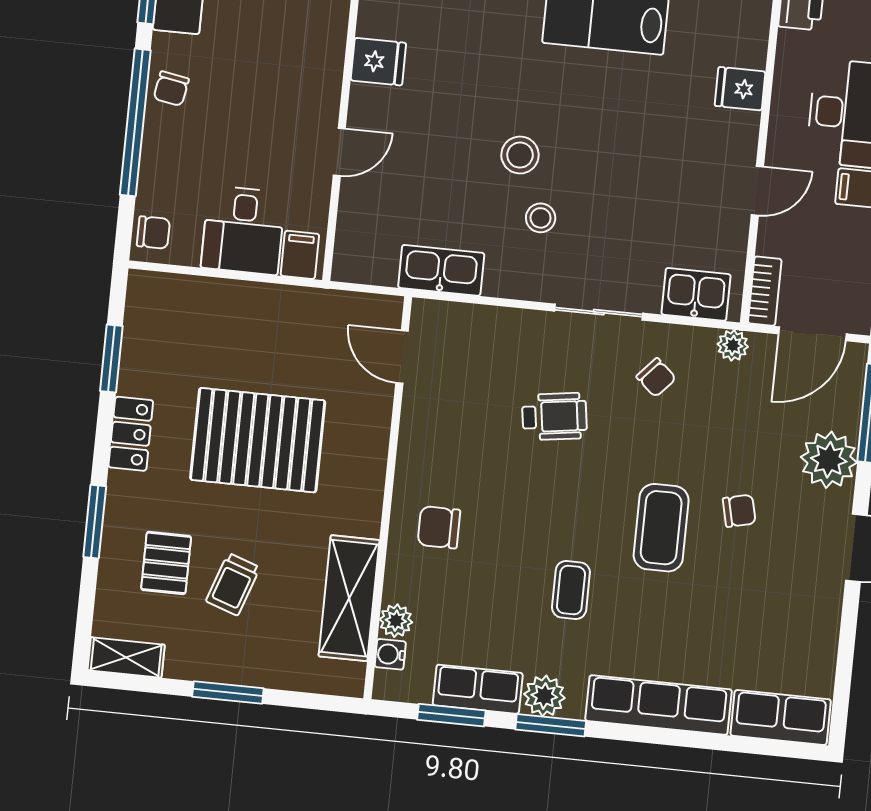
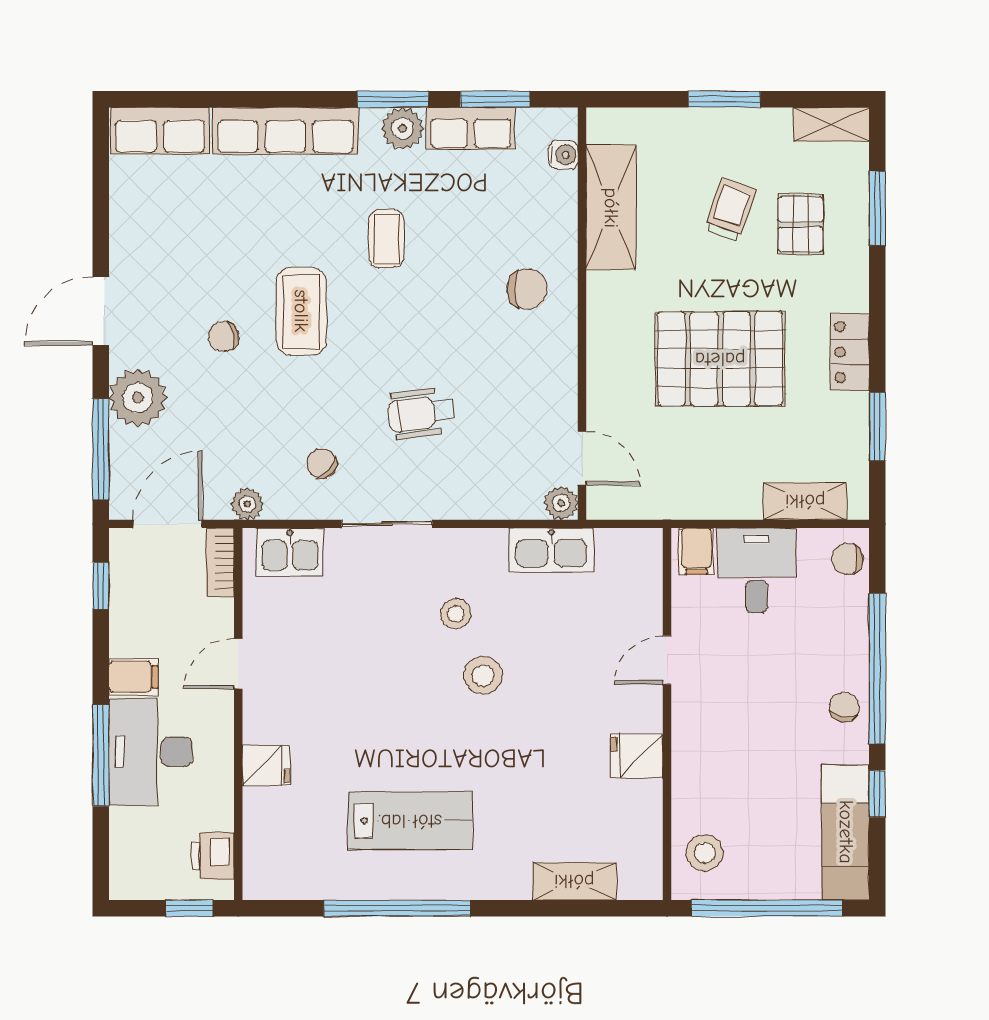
shelving: (189, 293) -> (805, 501), added
window: (95, 522) -> (877, 208), moved
plant: (396, 621) -> (561, 503), moved

